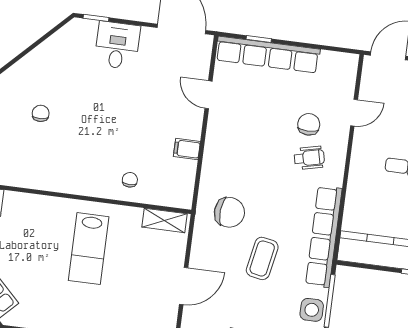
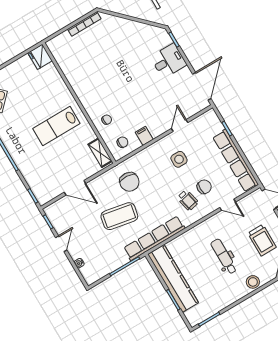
row of seats: (268, 55) -> (236, 161), moved
chair: (41, 113) -> (122, 142), moved
coffee table: (262, 258) -> (119, 216), width x1.36, depth x1.32
side table: (312, 310) -> (179, 159), moved

